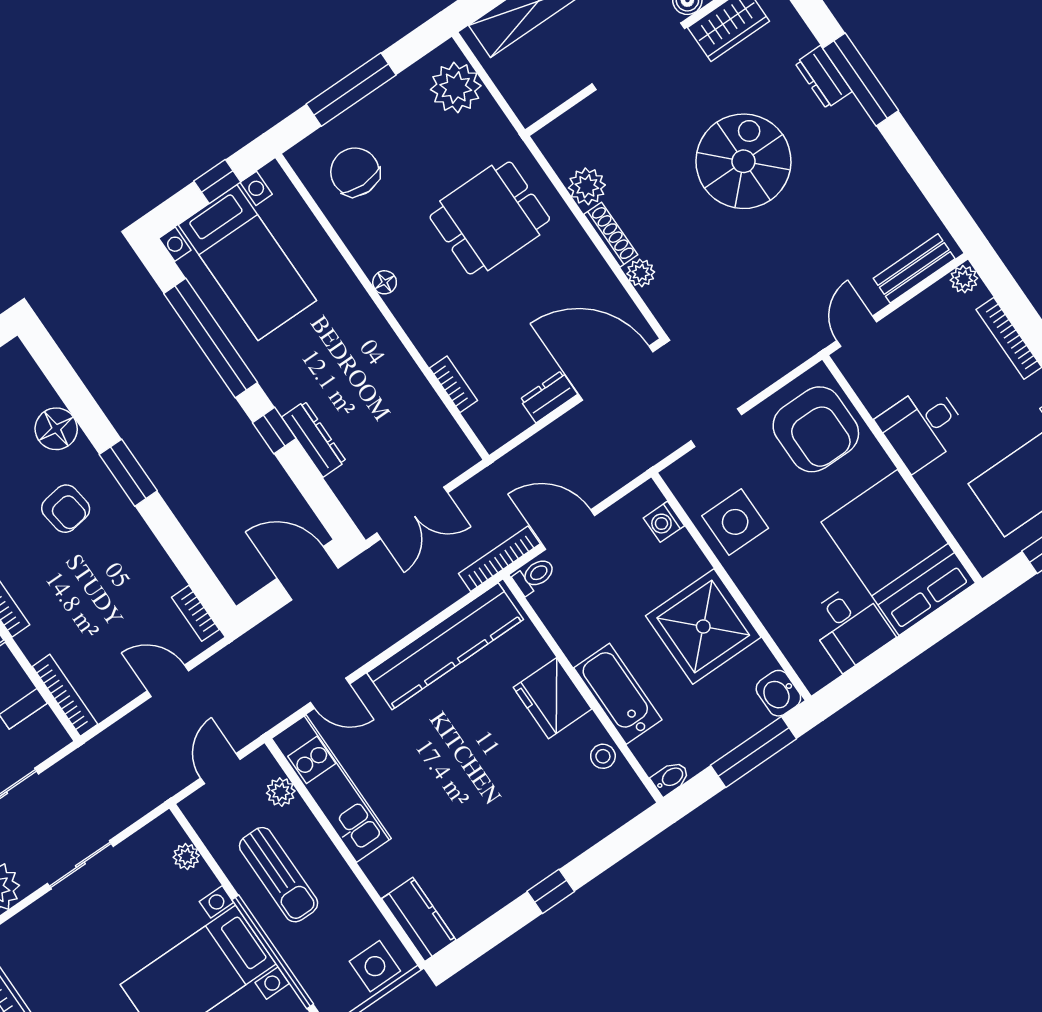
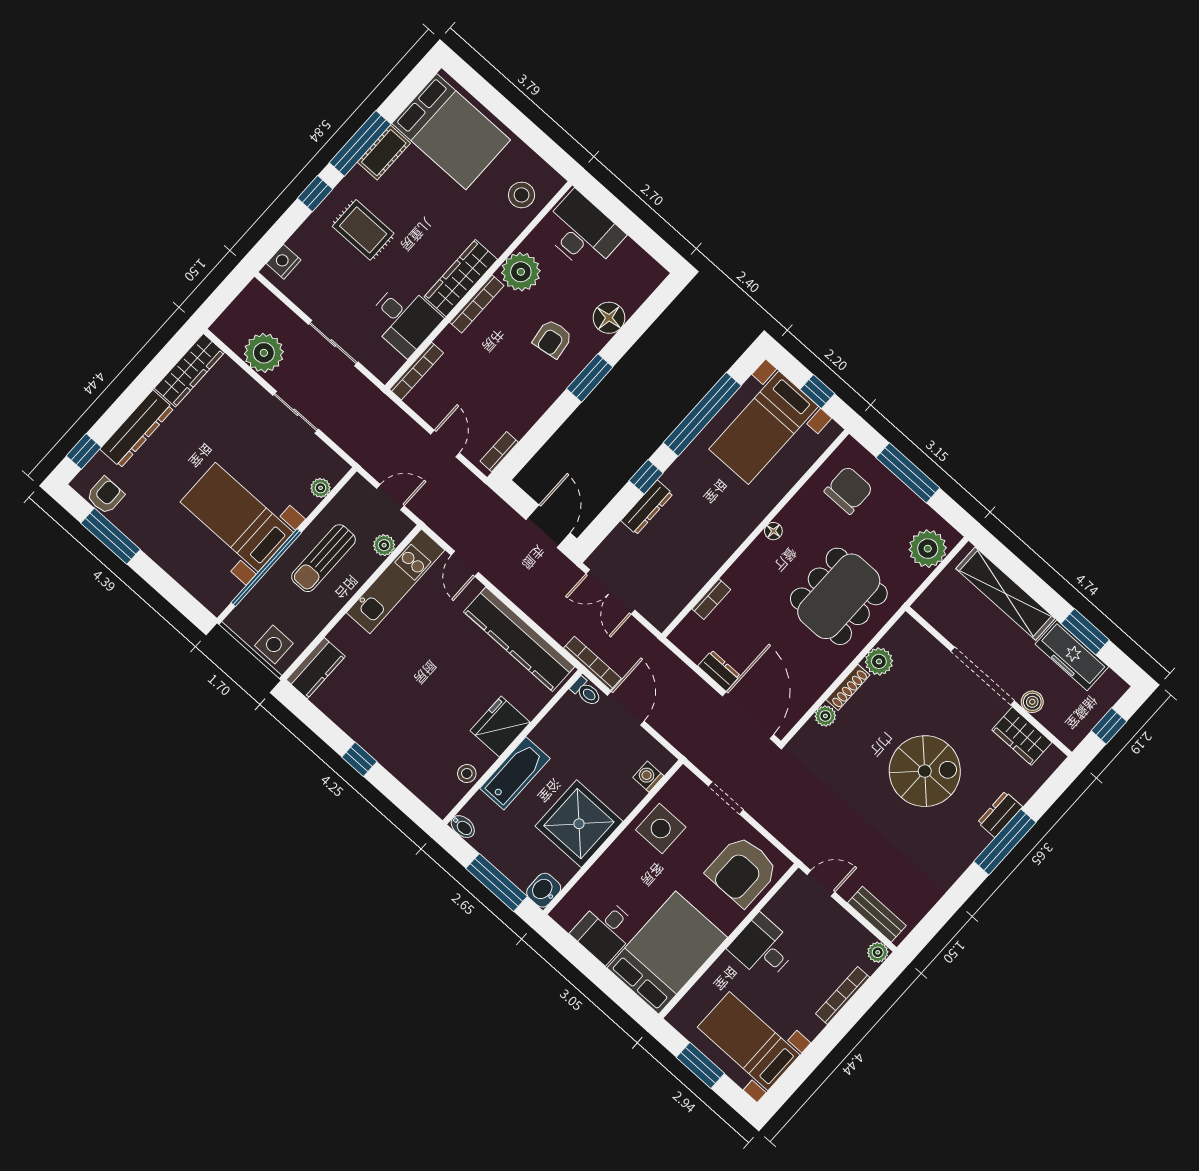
dining table: (490, 218) -> (839, 596), width x1.37

